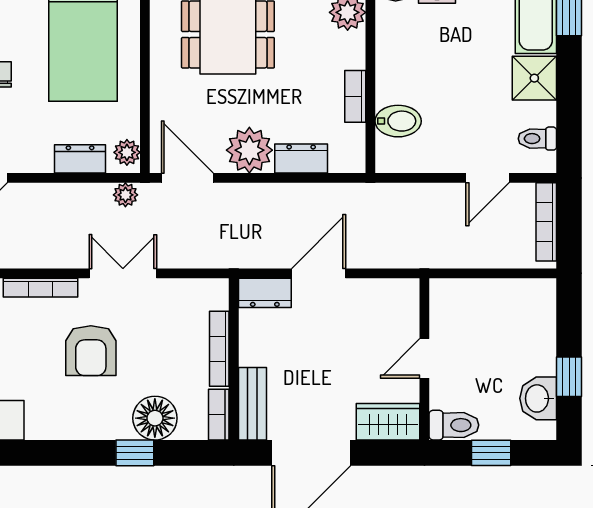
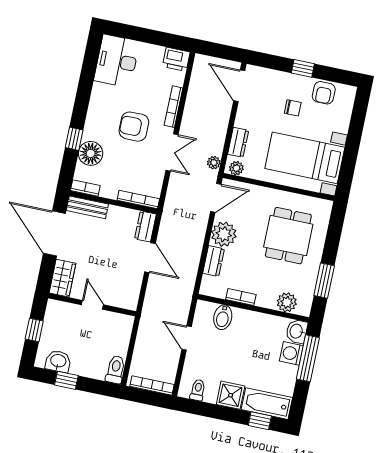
door: (488, 178) -> (187, 338), moved
bookcase: (219, 349) -> (138, 199), moved
toilet: (454, 425) -> (115, 370), moved, turned 180

